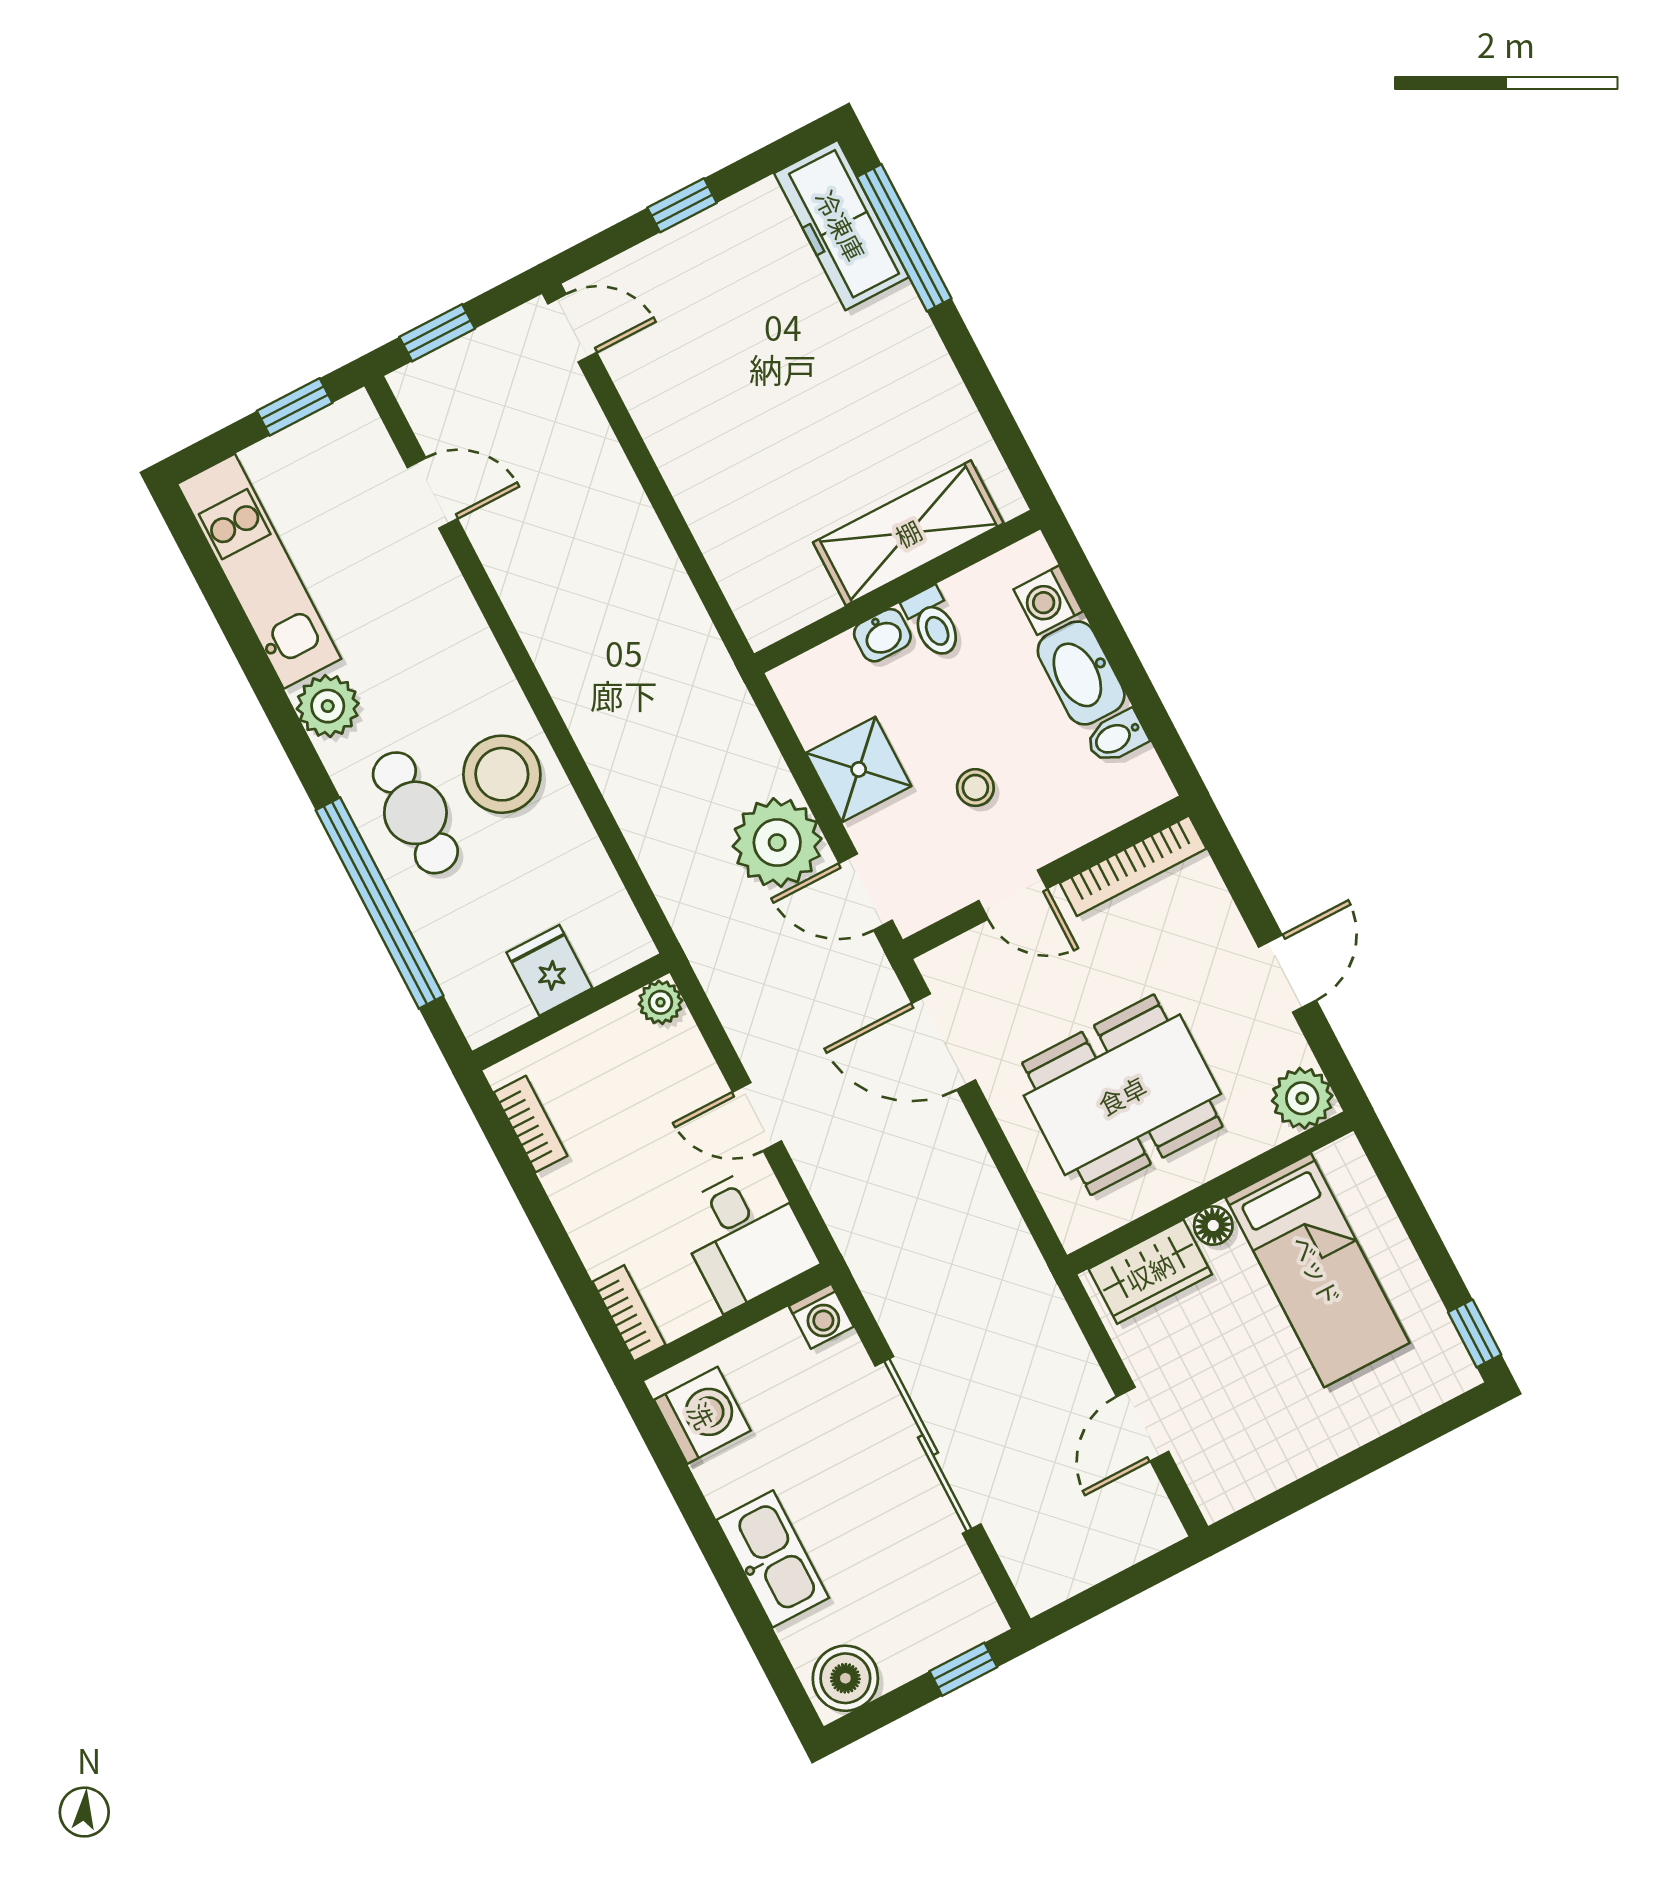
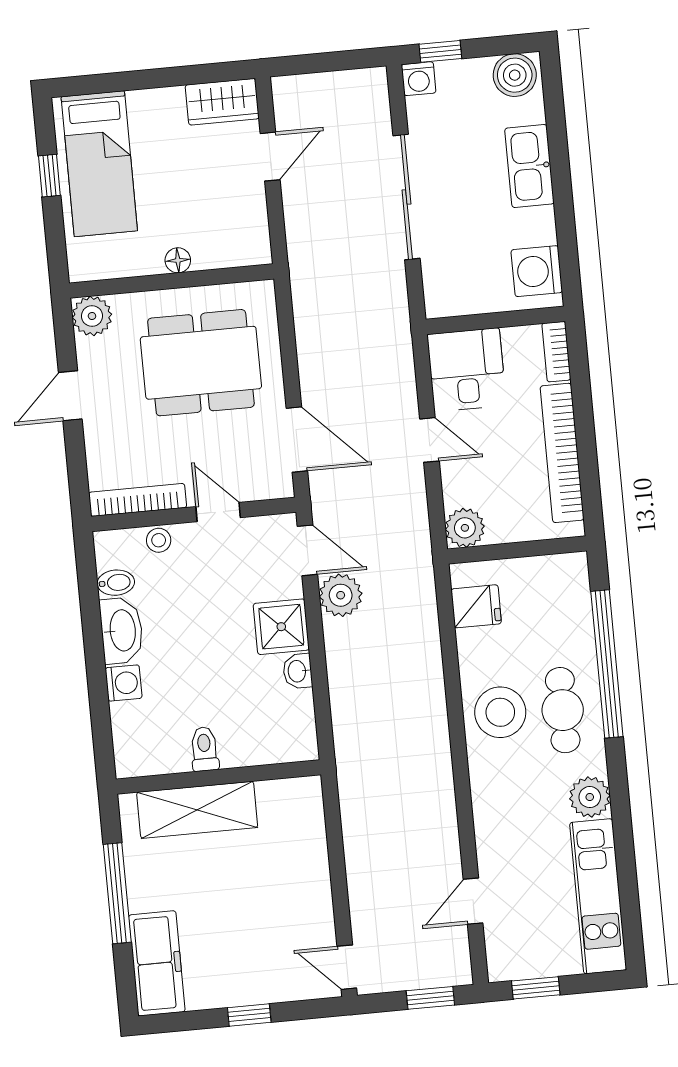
window: (904, 238) -> (117, 893), moved
door: (432, 493) -> (473, 901), hinge flipped
shelving: (908, 533) -> (197, 810), moved
wall: (897, 591) -> (218, 777), moved
toilet: (933, 623) -> (204, 749), moved
washbasin: (882, 635) -> (298, 671), moved, turned -90
stool: (975, 788) -> (159, 540), moved
plant: (777, 843) -> (341, 595), width x0.73, depth x0.73
fridge: (549, 970) -> (476, 606), moved, turned -90
plant: (660, 1002) -> (465, 528), width x1.38, depth x1.38
bookcase: (531, 1124) -> (562, 453), width x2.31, depth x1.31
bed: (1317, 1270) -> (99, 164), moved, turned 180
wardrobe: (1150, 1272) -> (222, 102), moved, turned 180
washing machine: (821, 1316) -> (419, 79), moved, turned 180
window: (1475, 1333) -> (49, 176), moved

